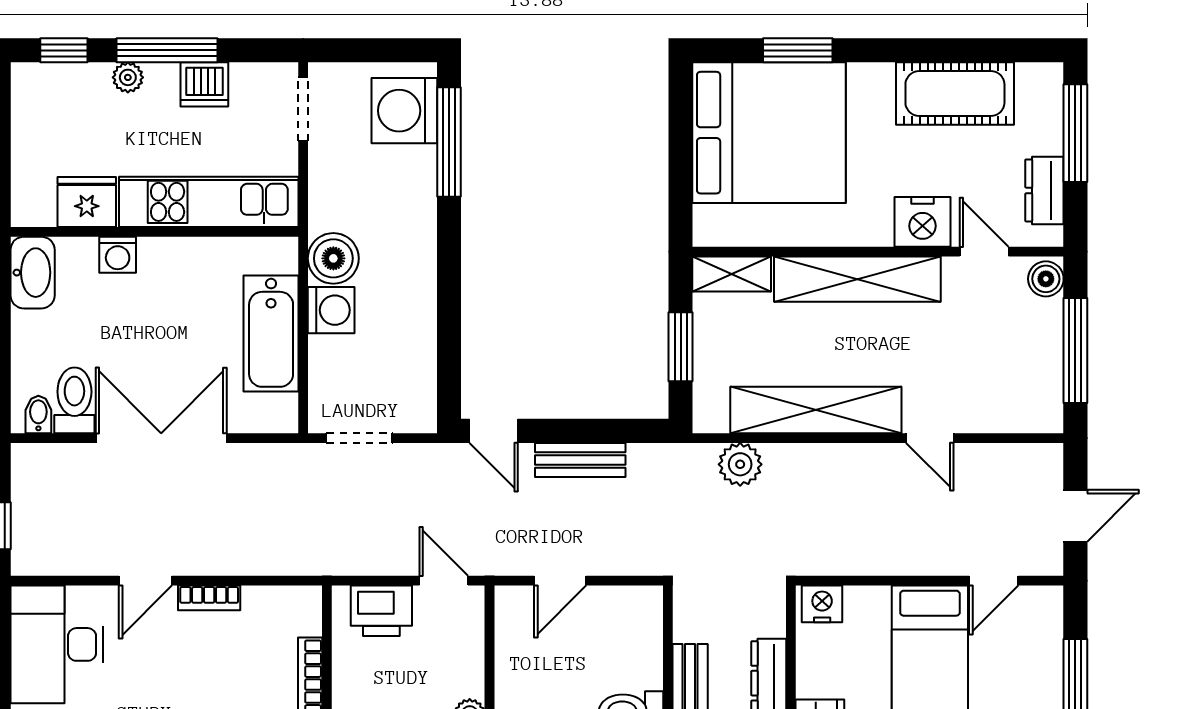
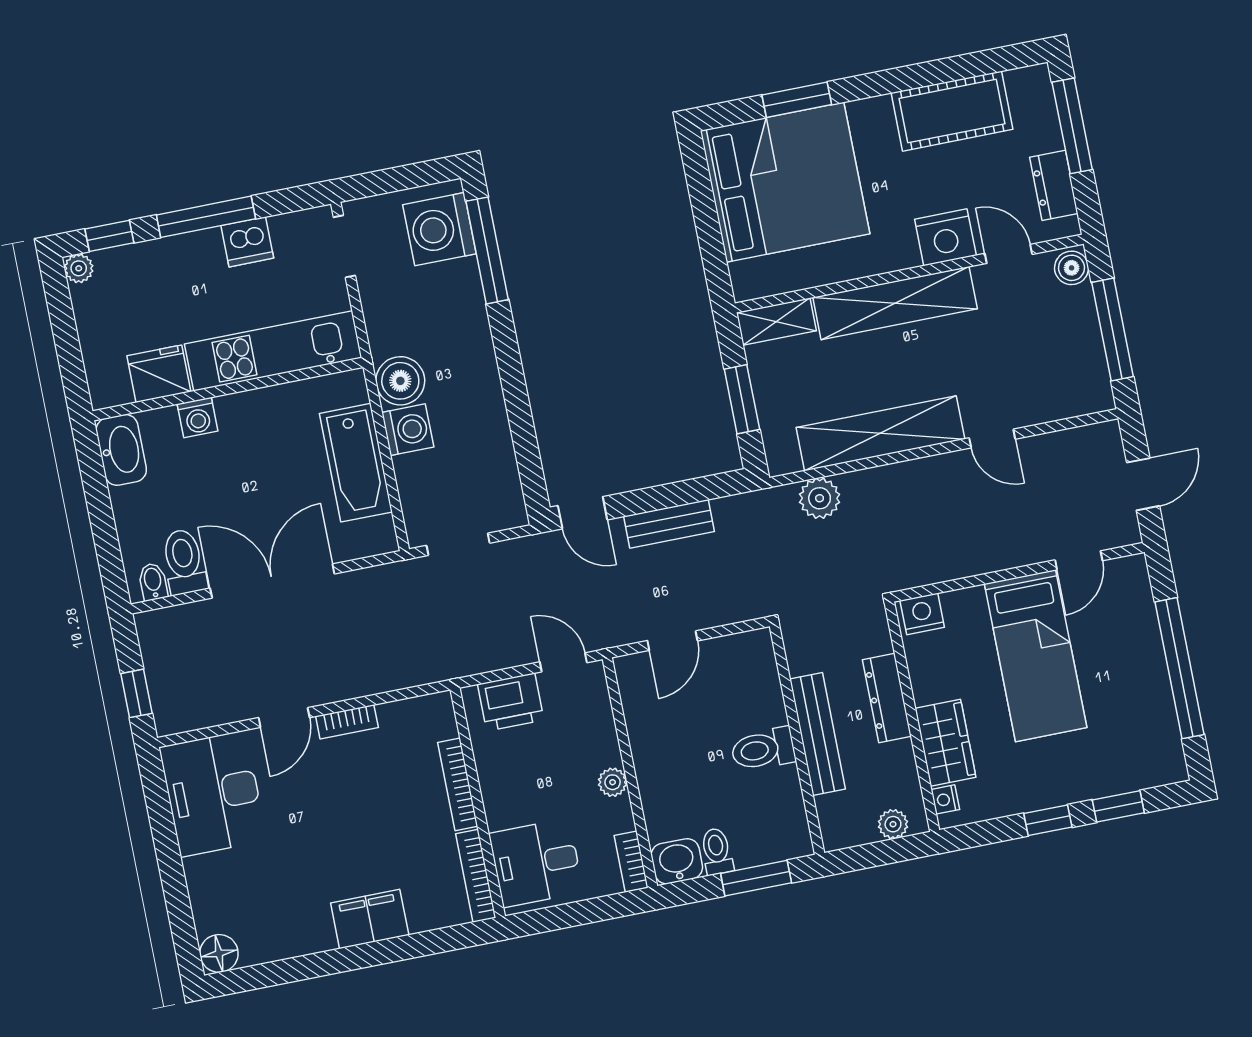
plant: (128, 77) -> (79, 268), moved

